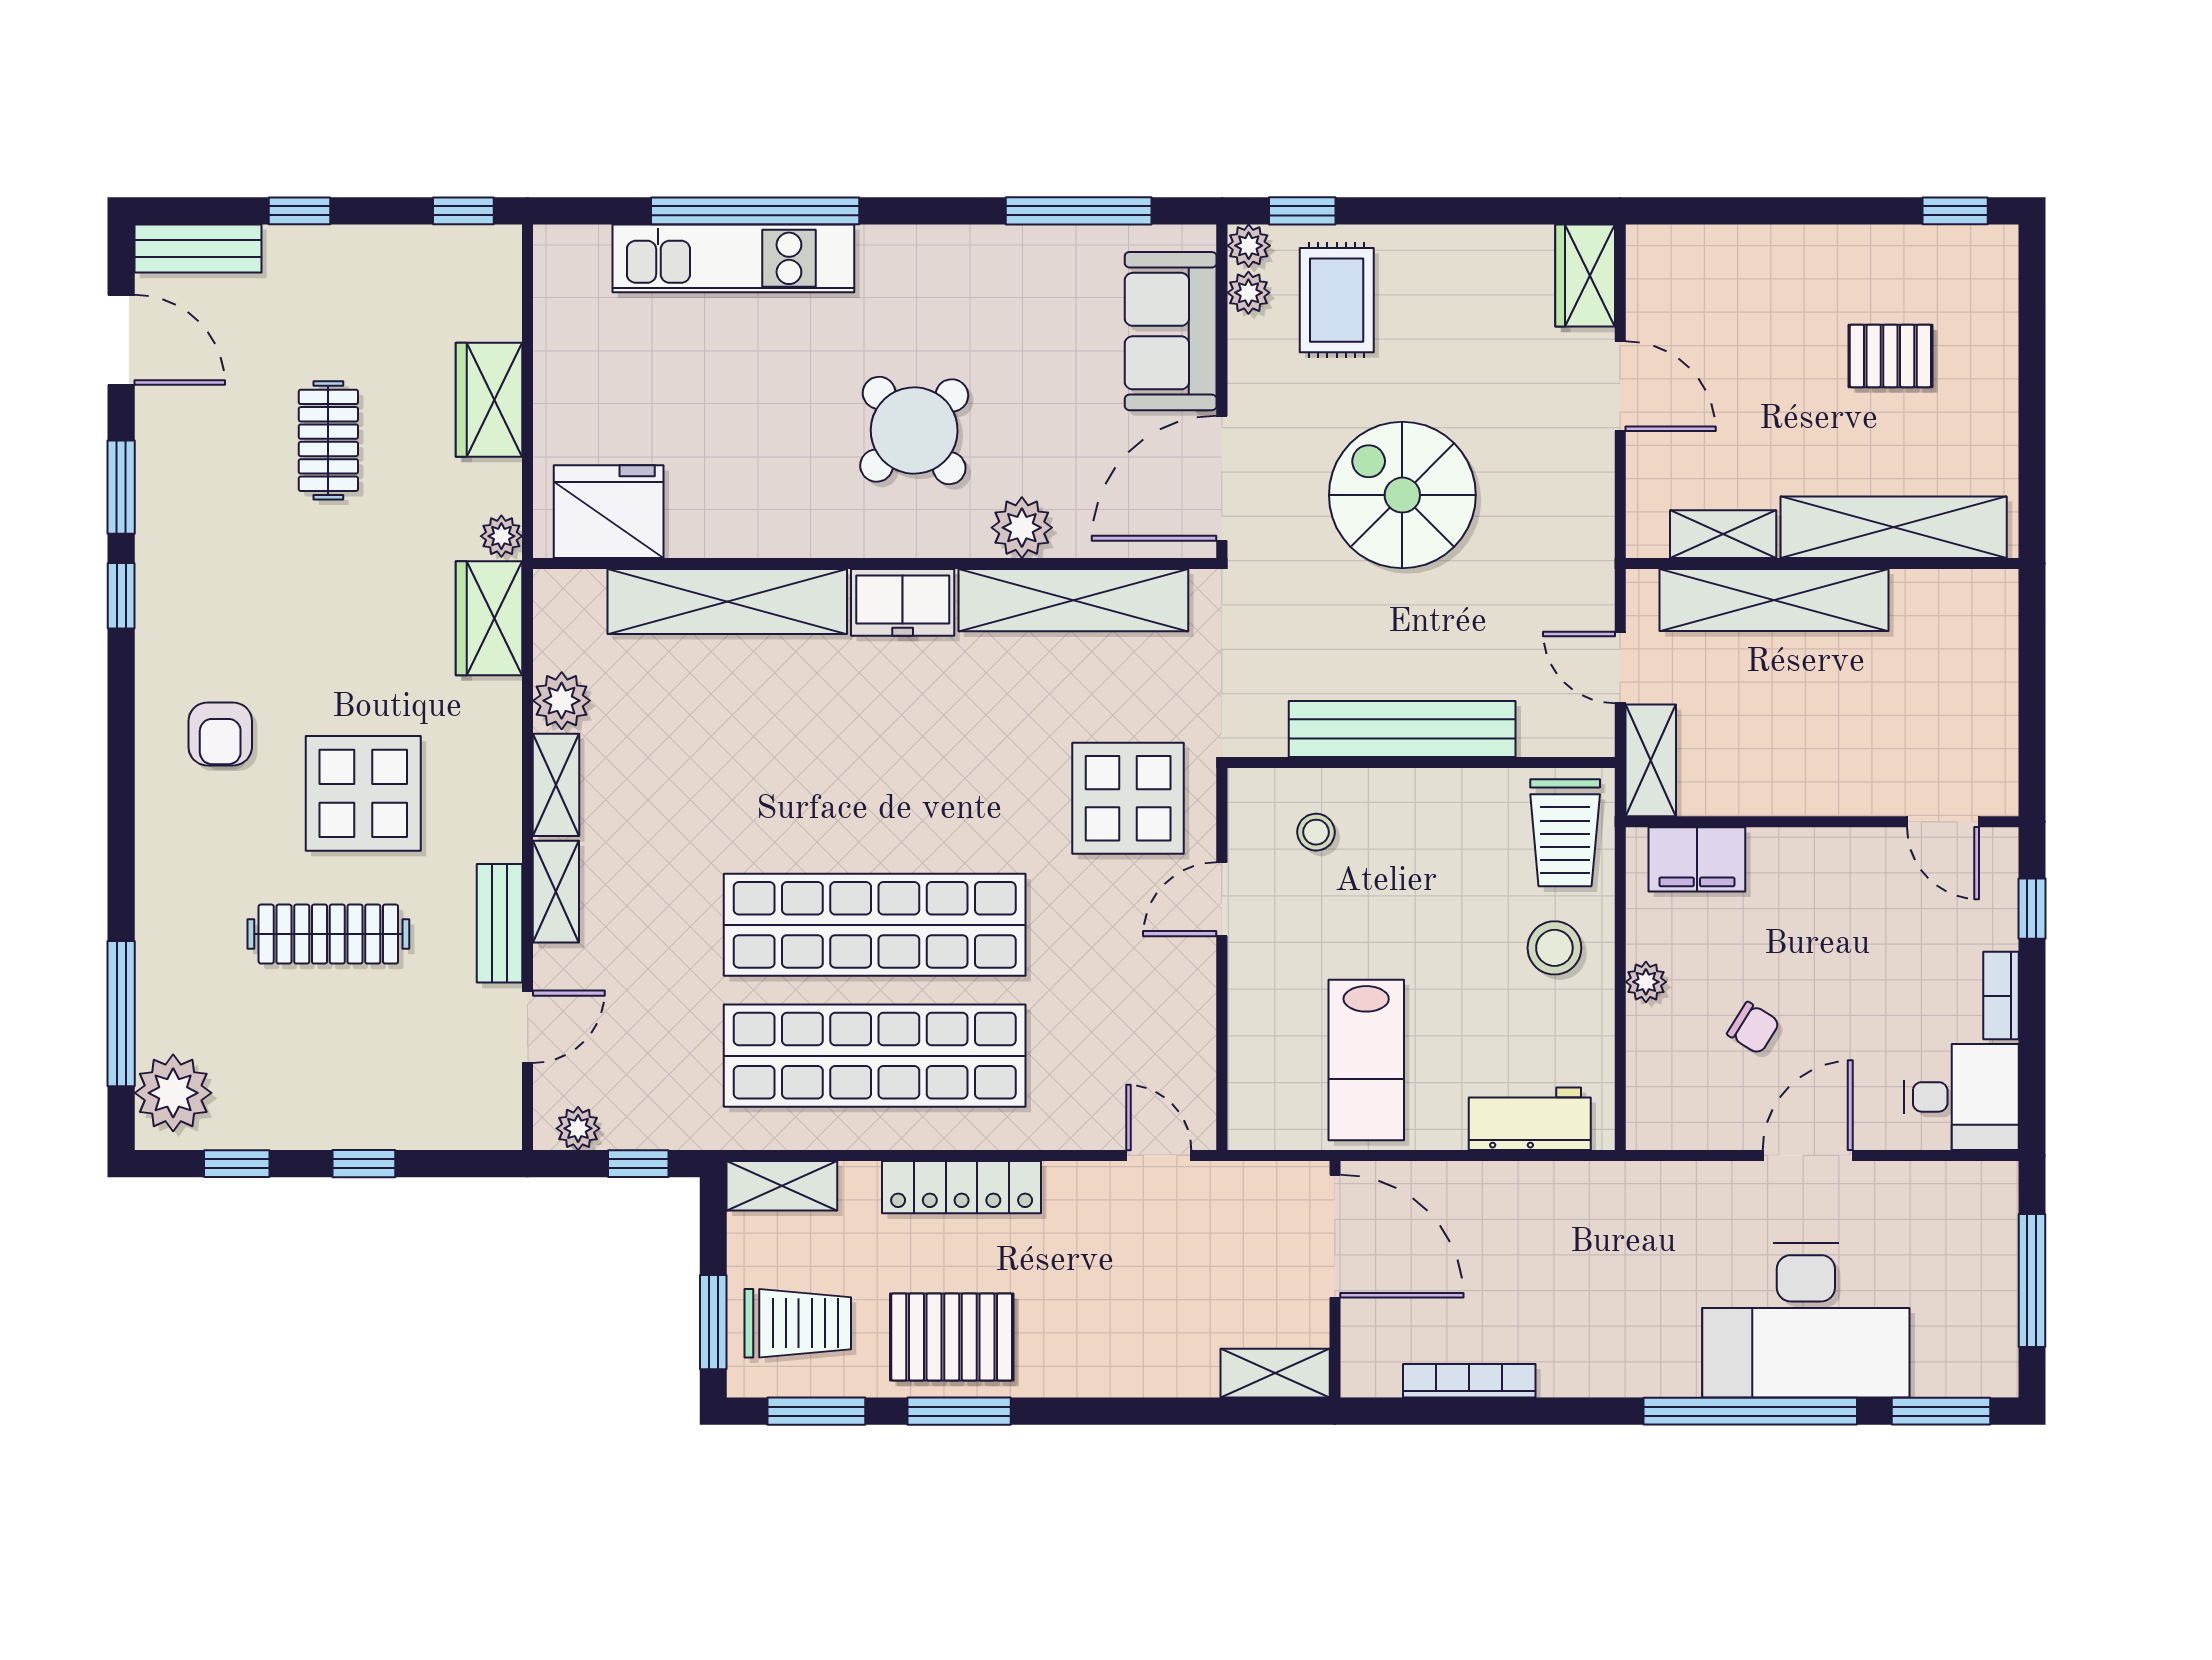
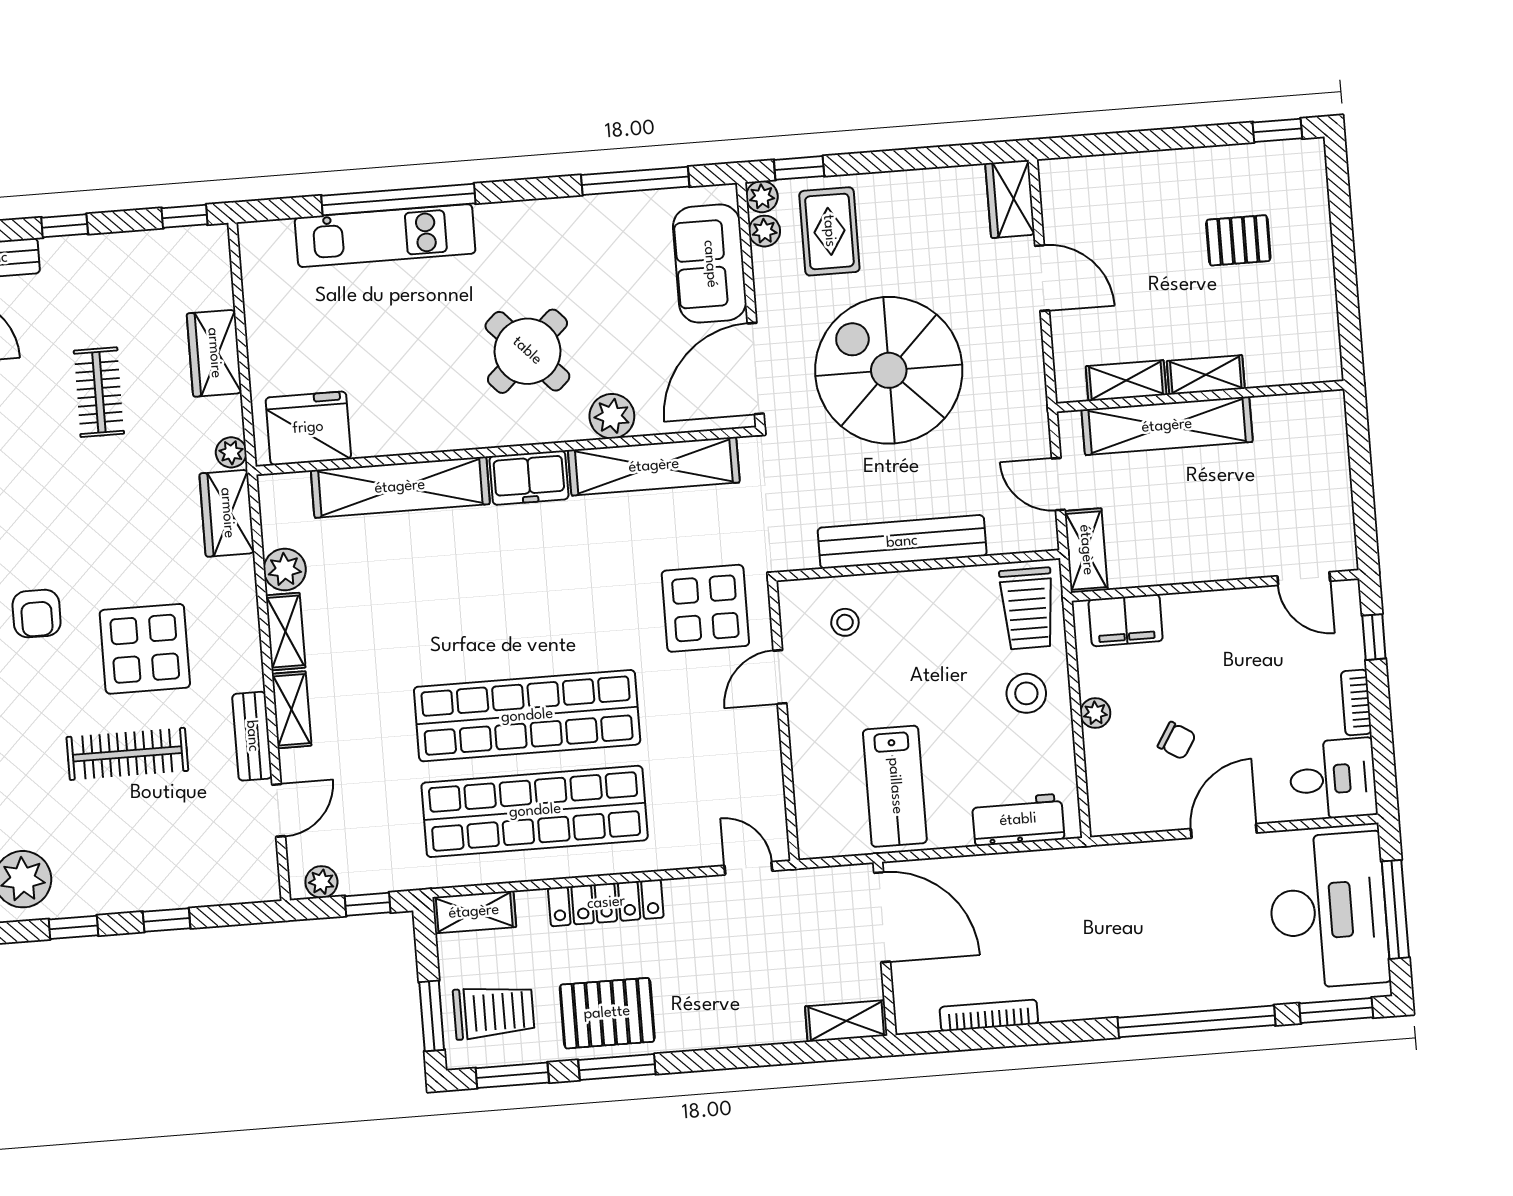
spiral stairs: (1402, 495) -> (889, 370), width x1.37, depth x1.37
shelving: (1894, 527) -> (1206, 375), width x0.45, depth x0.75
desk: (1806, 1320) -> (1328, 911), moved, turned -90

